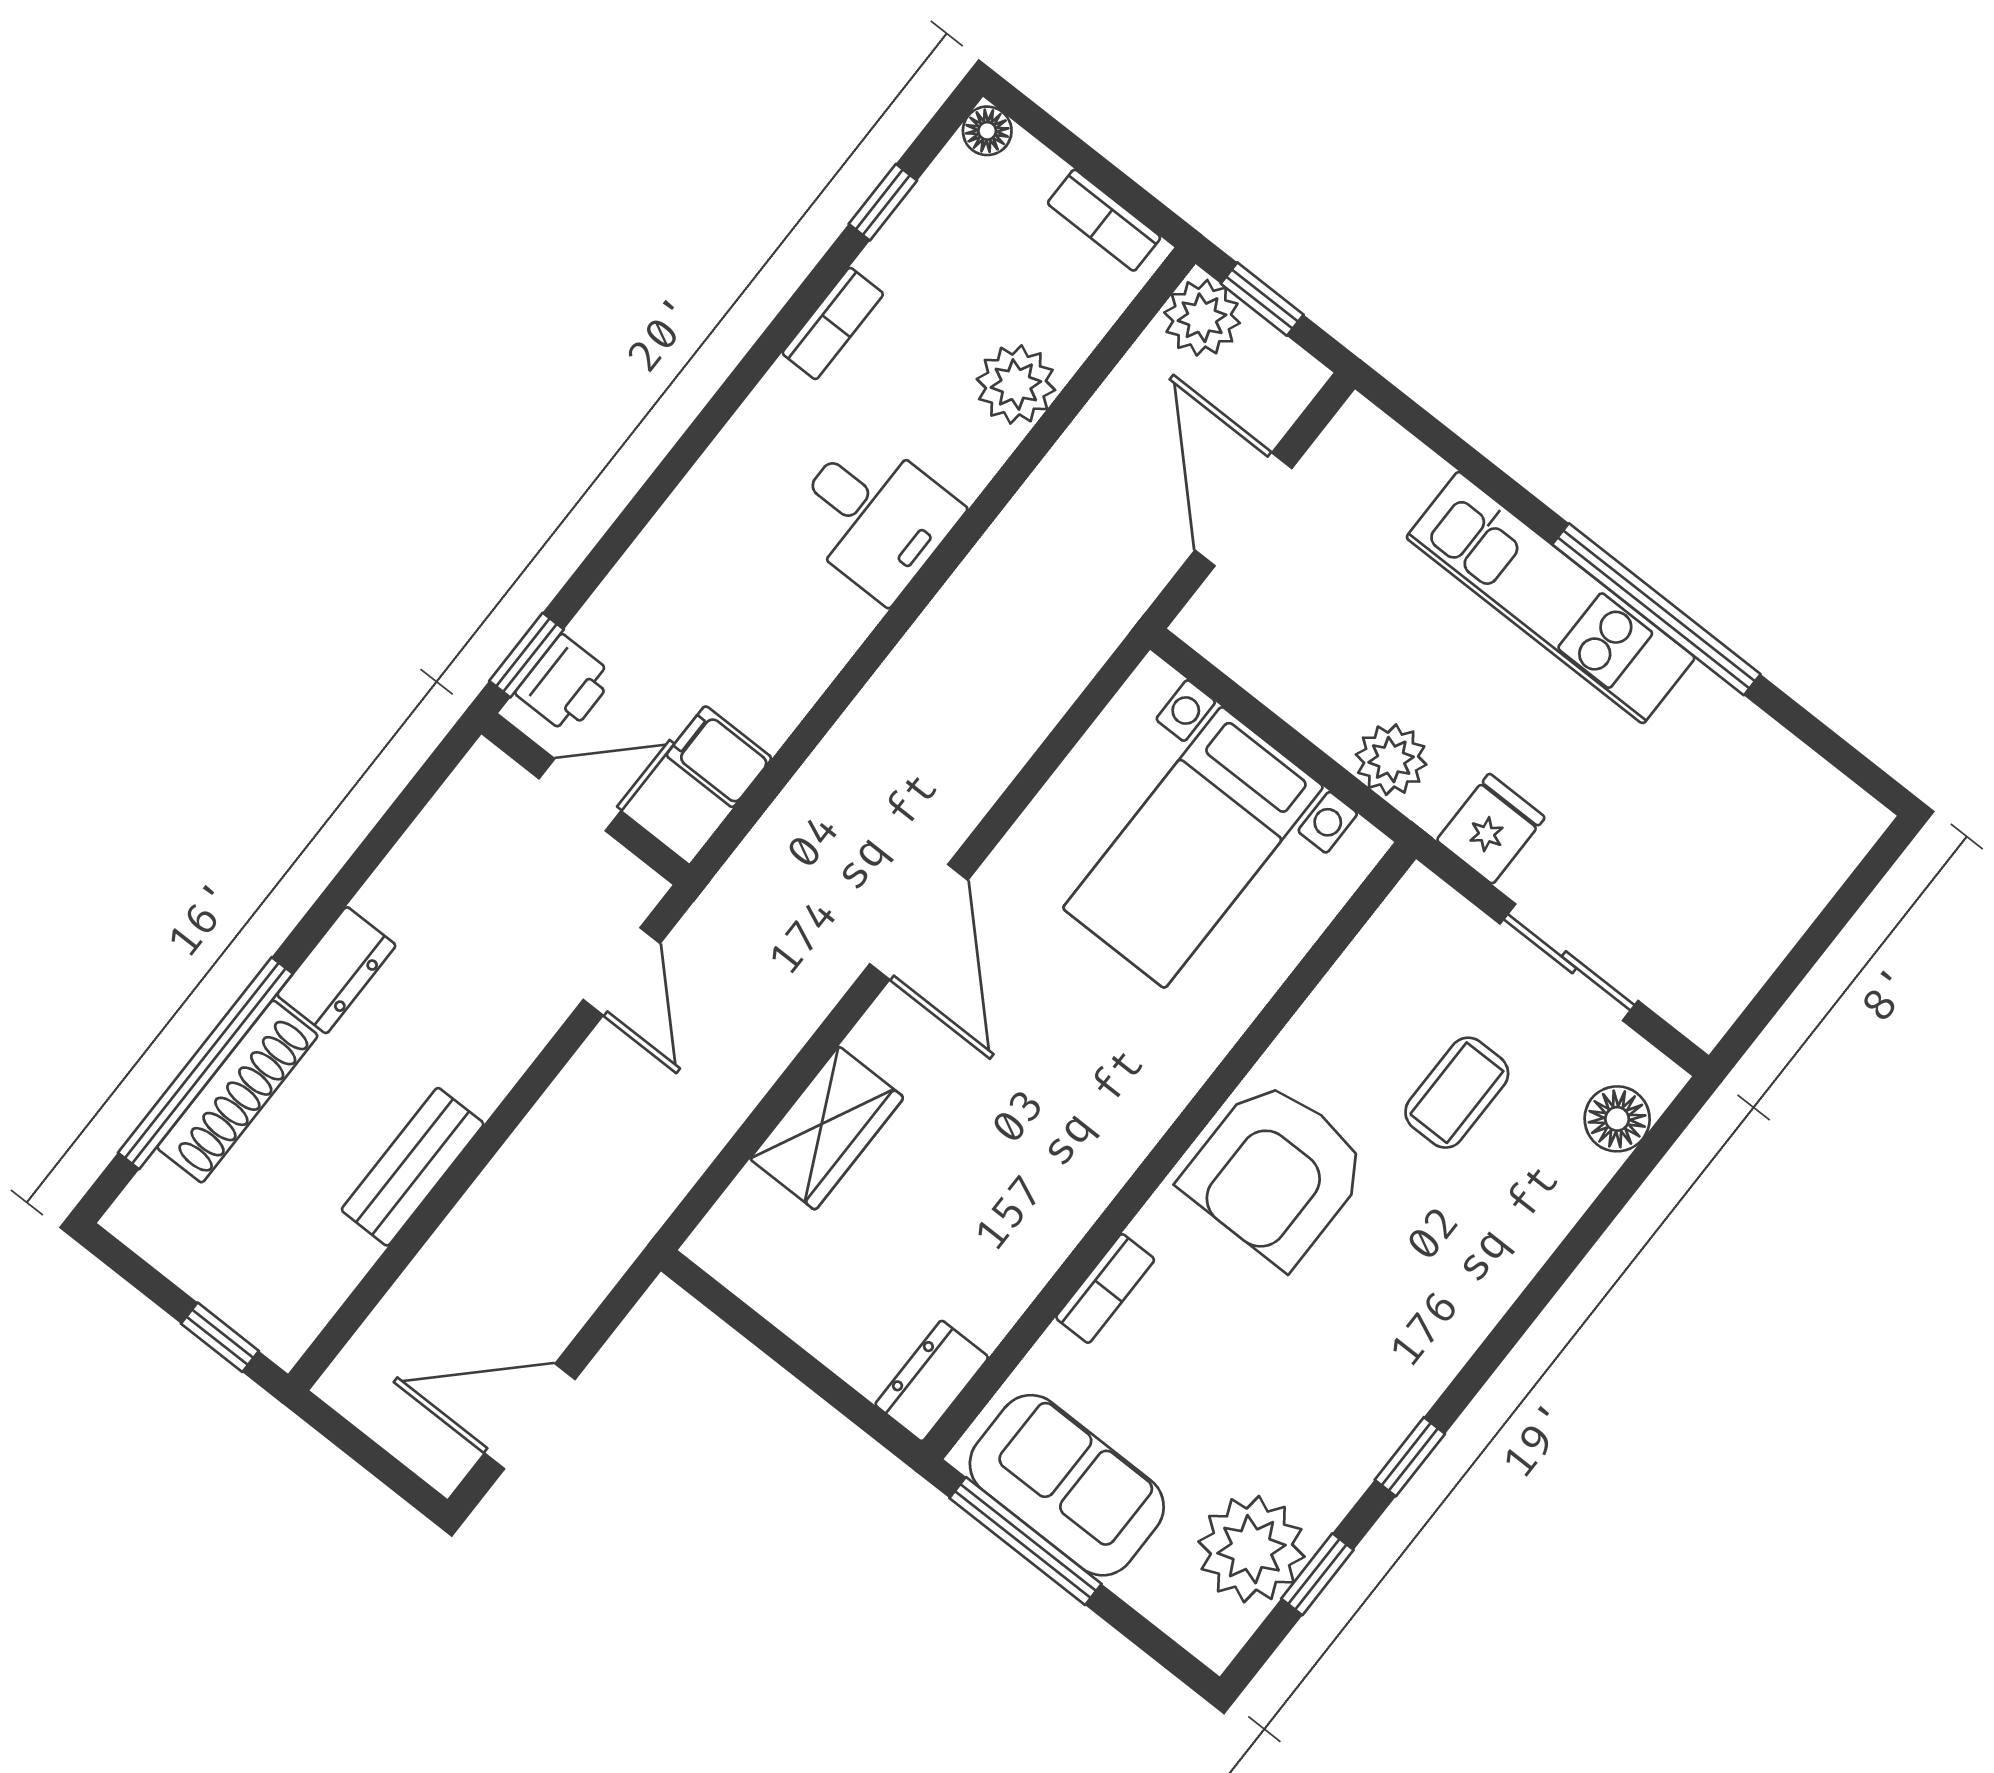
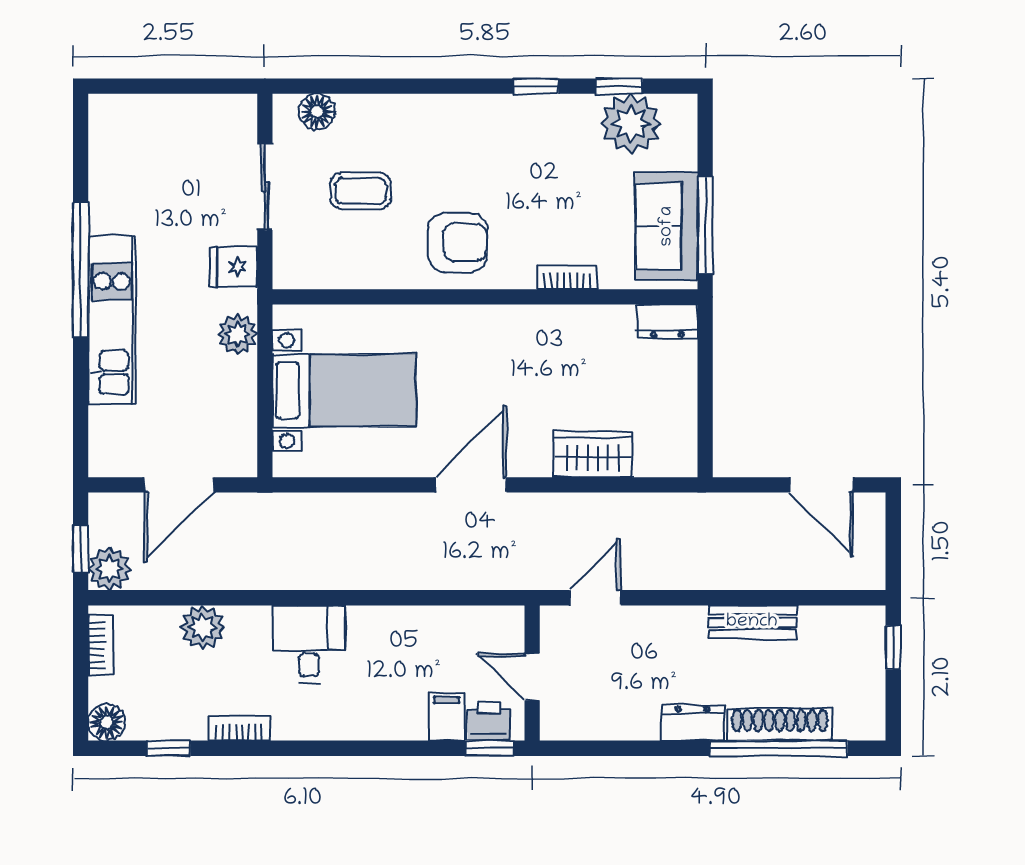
floor lamp: (987, 131) -> (107, 722), width x1.37, depth x1.37
filing cabinet: (719, 757) -> (447, 717), moved, turned 180
armchair: (1276, 1172) -> (458, 242), width x0.73, depth x0.73

